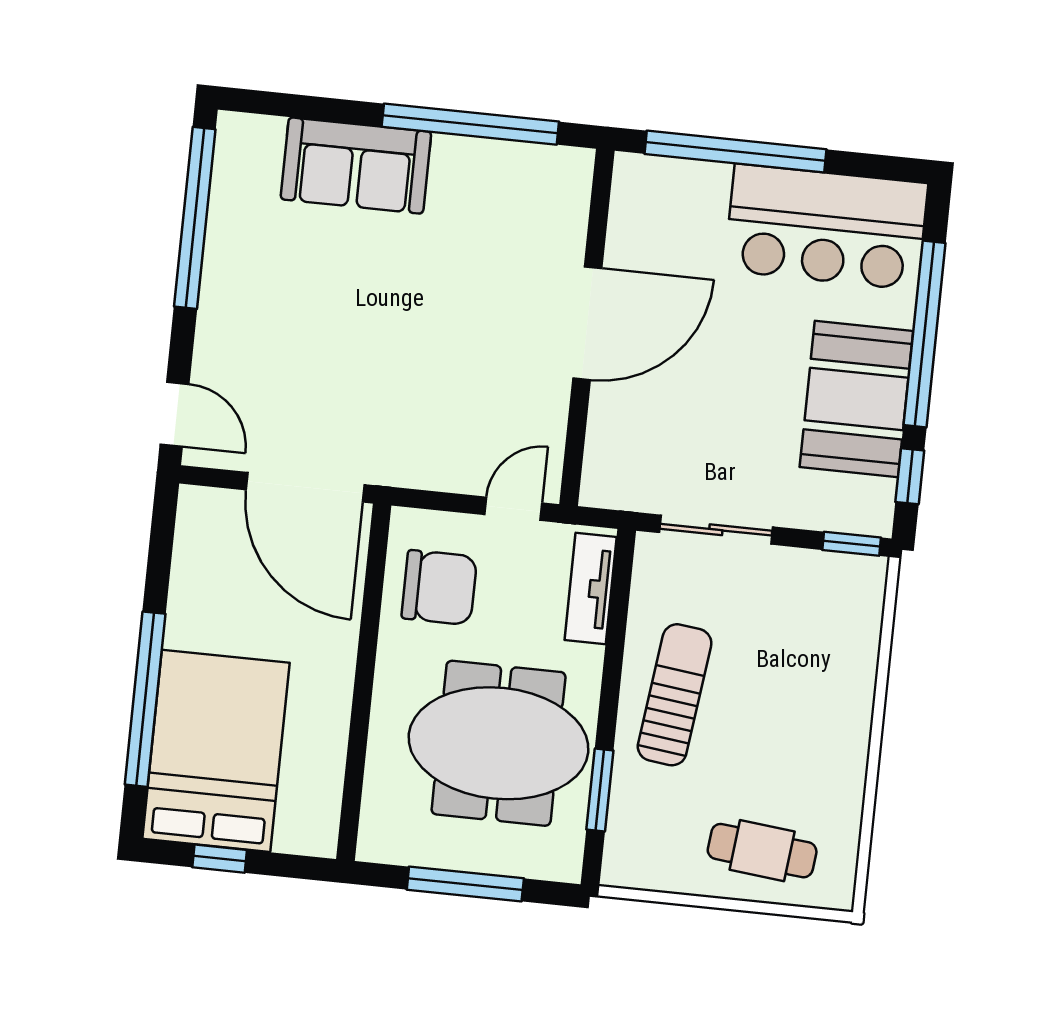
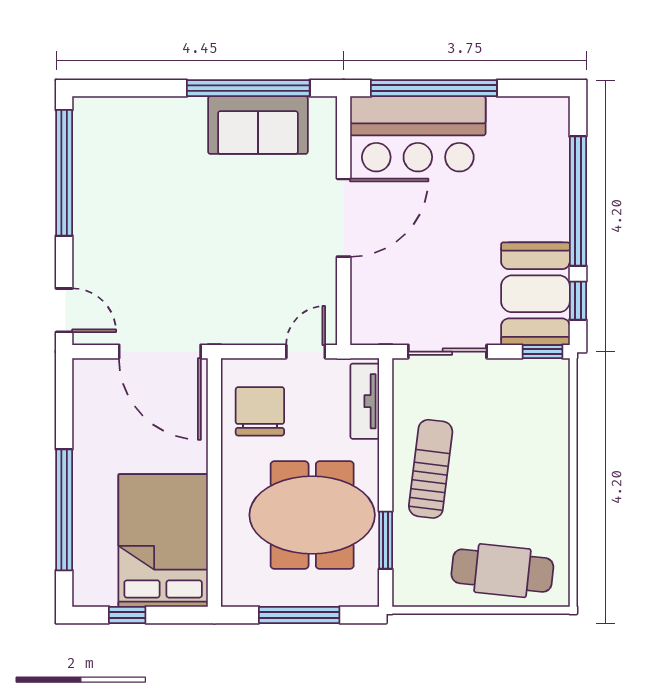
sofa: (356, 166) -> (258, 125), moved
bar counter: (826, 227) -> (418, 134), moved
booth: (856, 399) -> (535, 294), moved
chair: (439, 587) -> (260, 411), turned -90
bed: (216, 751) -> (163, 541), moved
cafe table: (762, 851) -> (502, 571), width x1.37, depth x1.35

